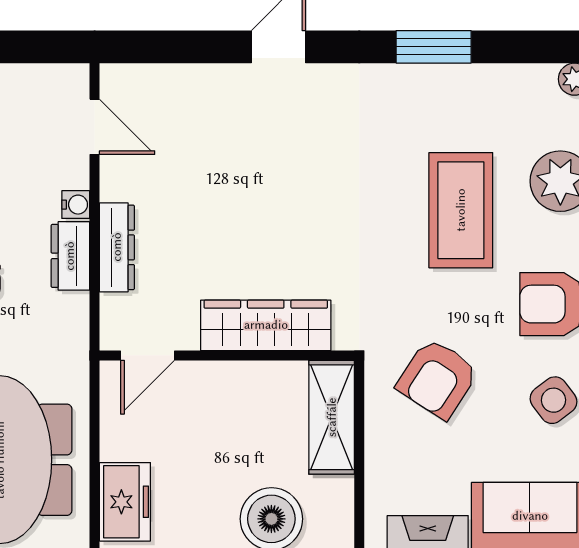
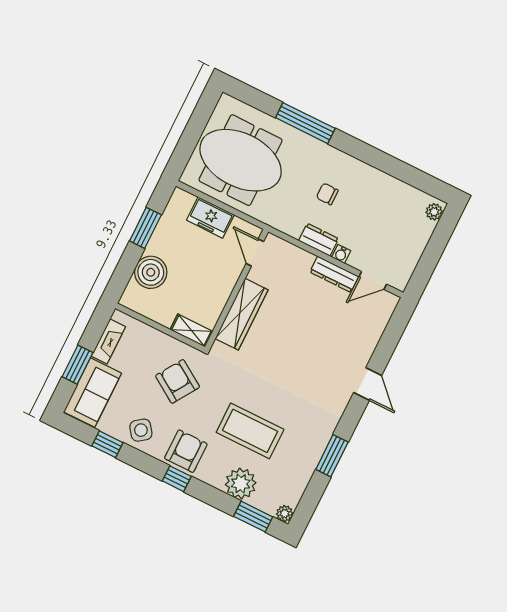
dresser: (117, 247) -> (334, 274), moved
shelving: (332, 417) -> (191, 330), width x0.67, depth x0.75
freezer: (125, 502) -> (210, 217), moved

